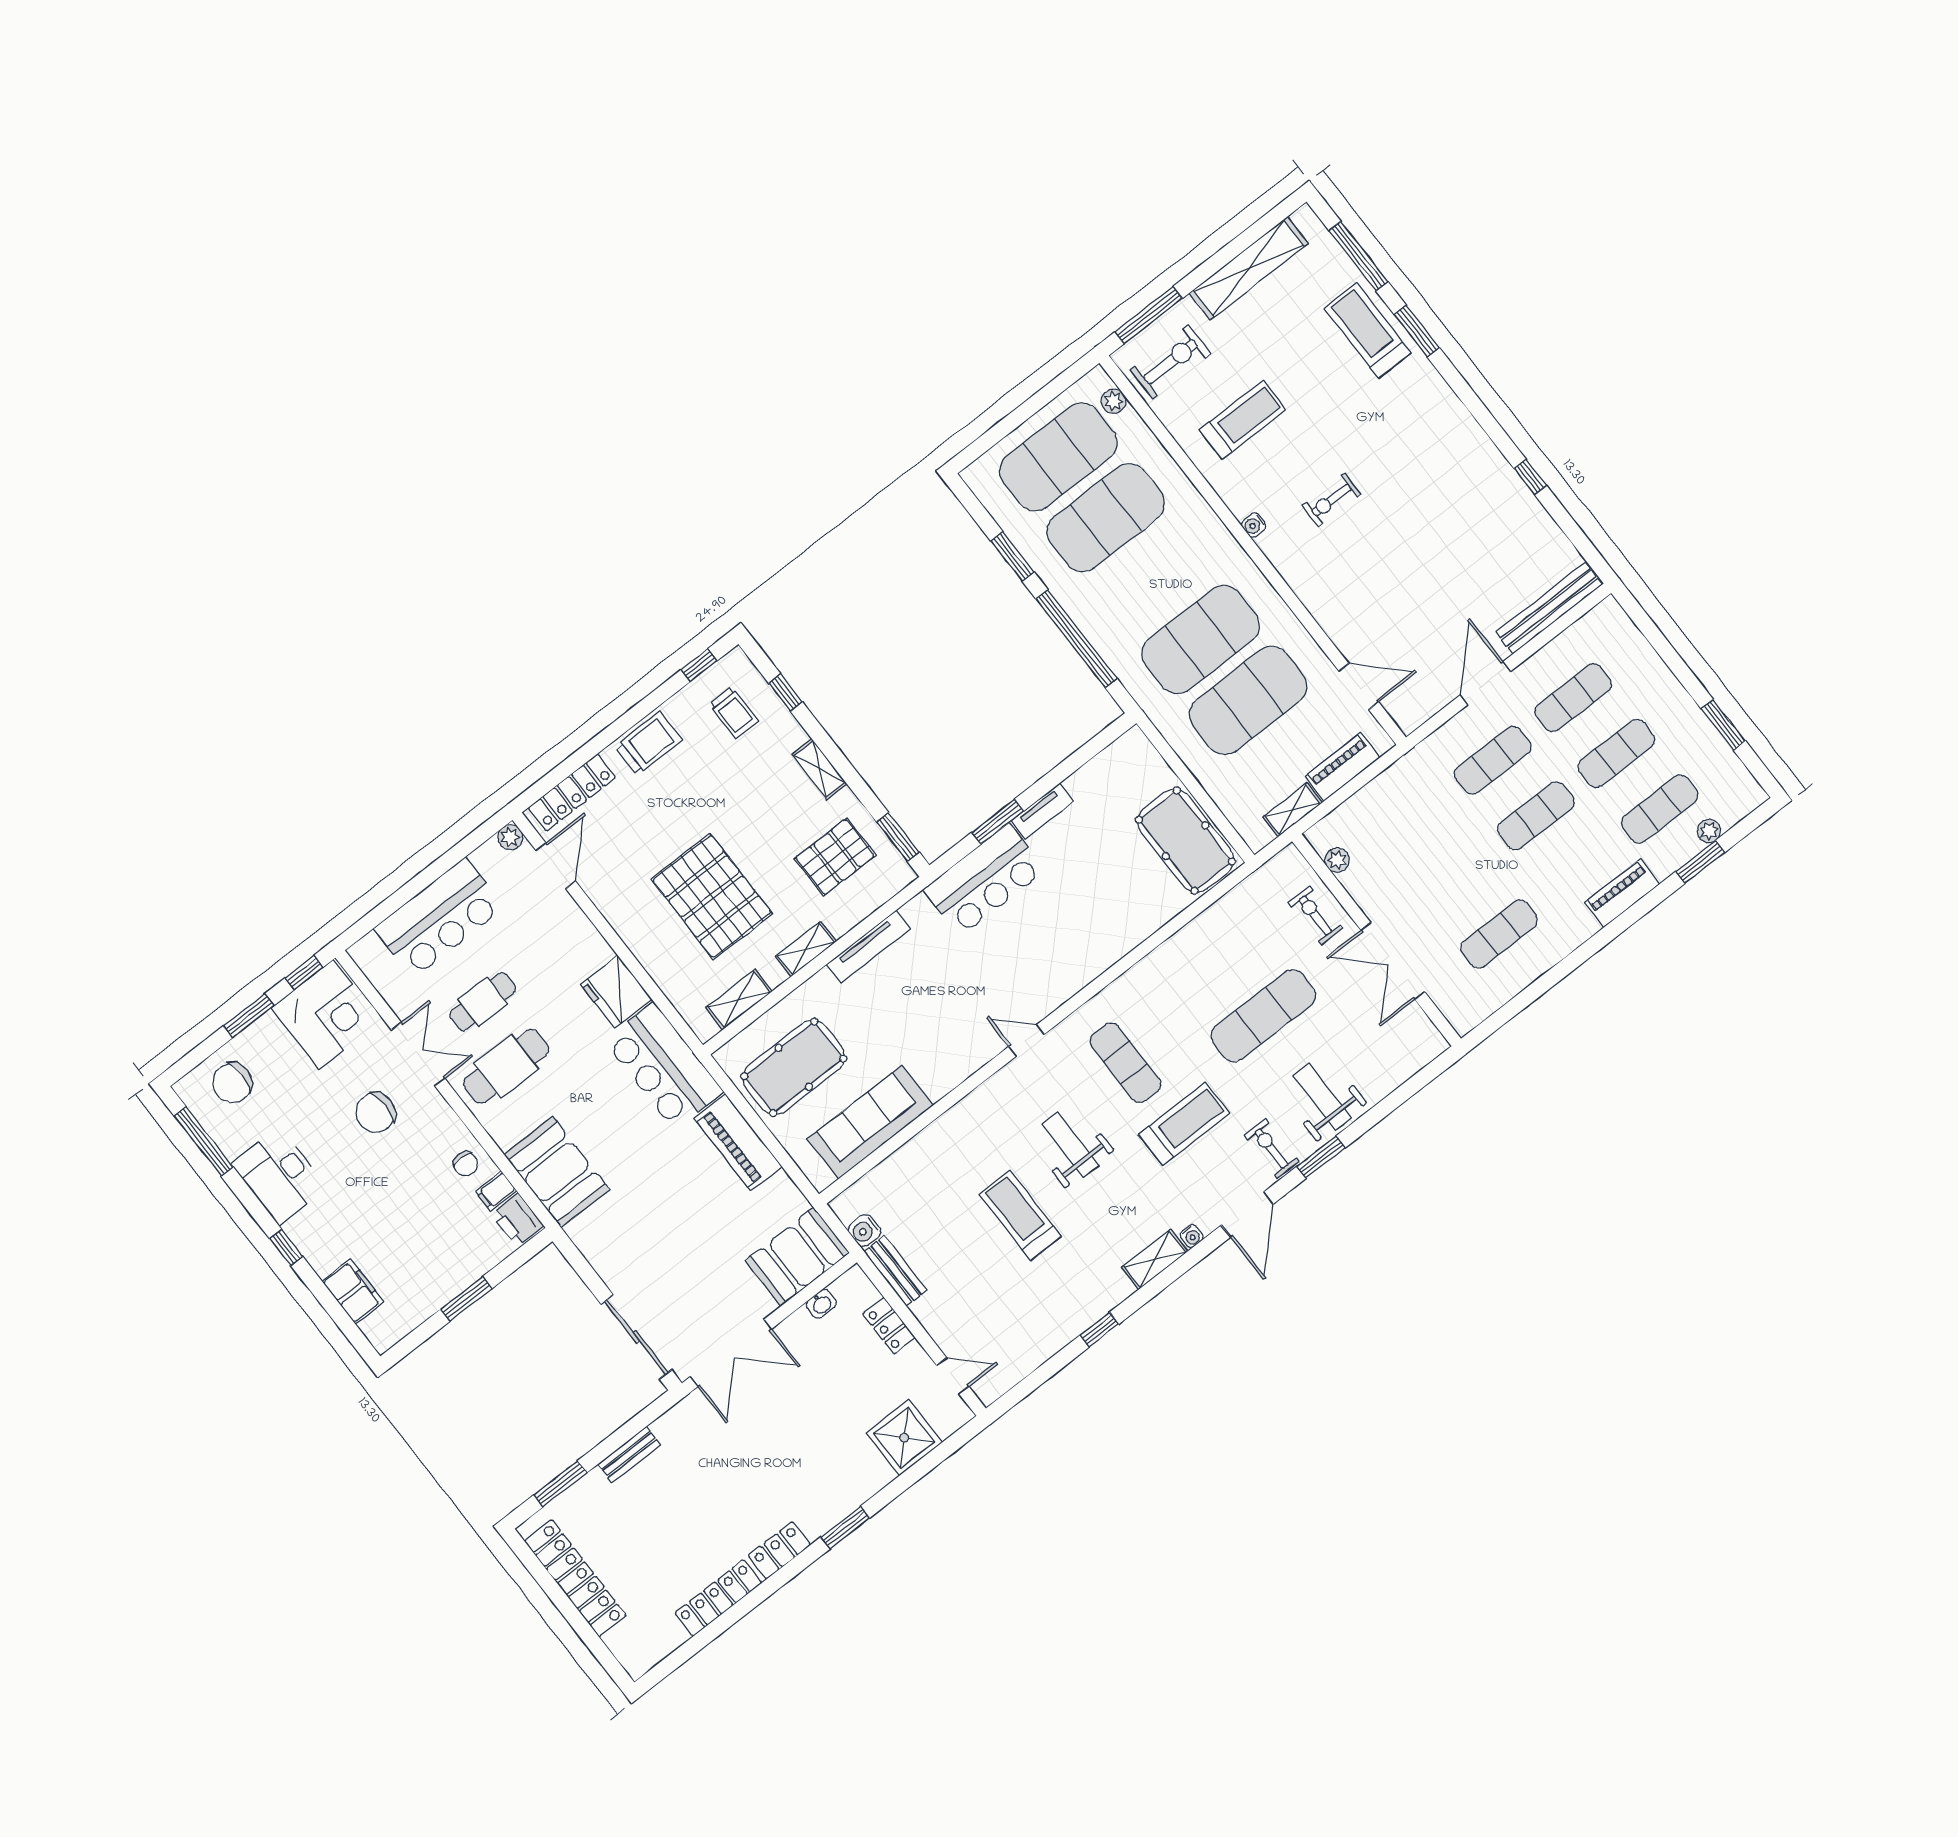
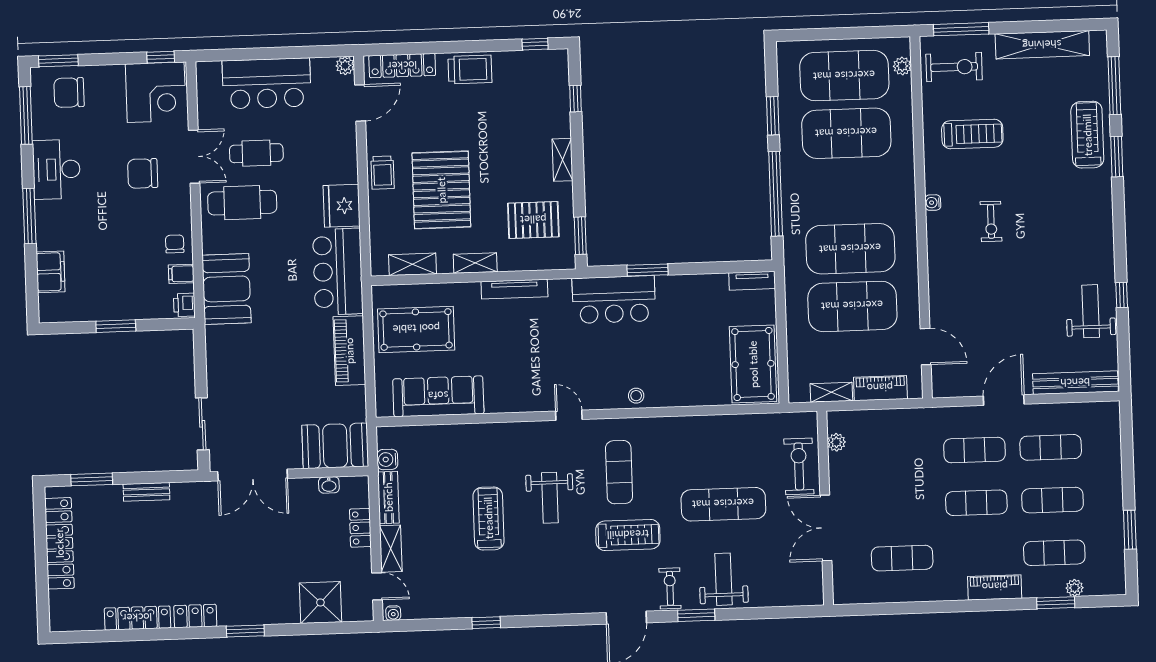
exercise bike: (1331, 500) -> (991, 221), turned -91
weight bench: (1510, 519) -> (1091, 311), added
trolley: (734, 712) -> (383, 173), moved
tv unit: (1042, 811) -> (752, 281), moved
exercise bike: (1315, 916) -> (799, 466), width x1.38, depth x1.39
stool: (1084, 966) -> (636, 396), added
window: (249, 1016) -> (58, 61), moved
weight bench: (1070, 1145) -> (550, 498), turned 180
chair: (466, 1164) -> (175, 244), turned 180
printer: (518, 1220) -> (184, 305), width x0.73, depth x0.81
water cooler: (1192, 1236) -> (393, 613), moved
window: (286, 1247) -> (29, 216), width x2.17
shelving: (1155, 1259) -> (391, 549), moved, turned 90
sliding door: (636, 1337) -> (202, 424), width x0.73

